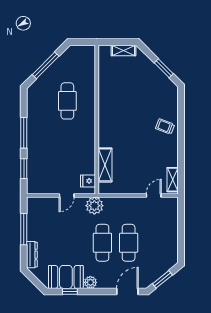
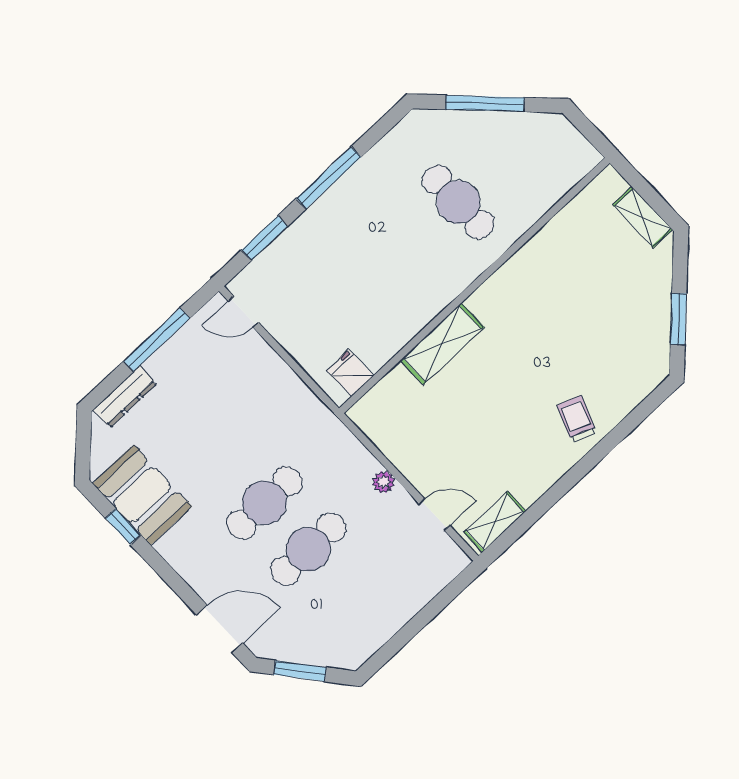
cafe table: (67, 101) -> (458, 202), turned 90
shelving: (105, 165) -> (442, 344), moved
door: (67, 196) -> (243, 312), moved
plant: (94, 206) -> (384, 482), moved, width x0.53, depth x0.53
plant: (90, 282) -> (174, 548), removed

